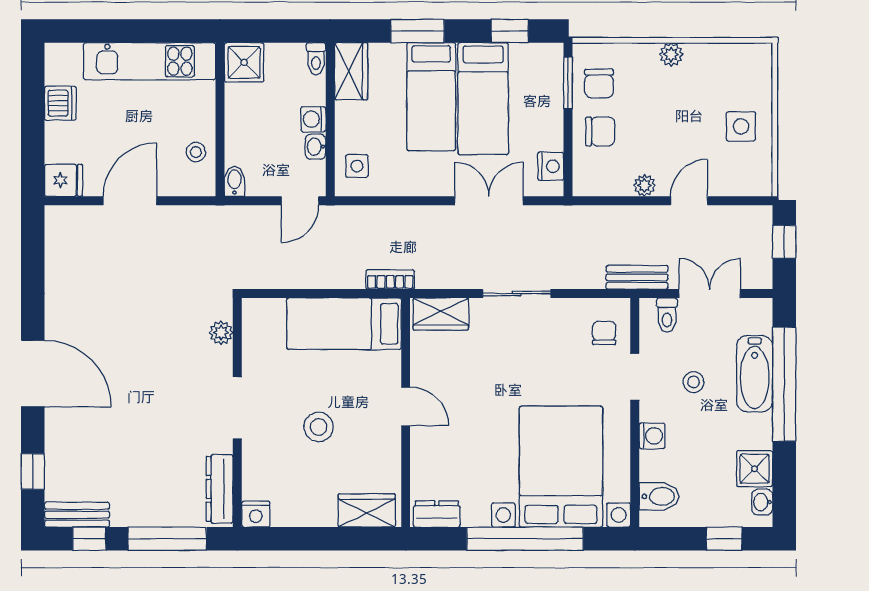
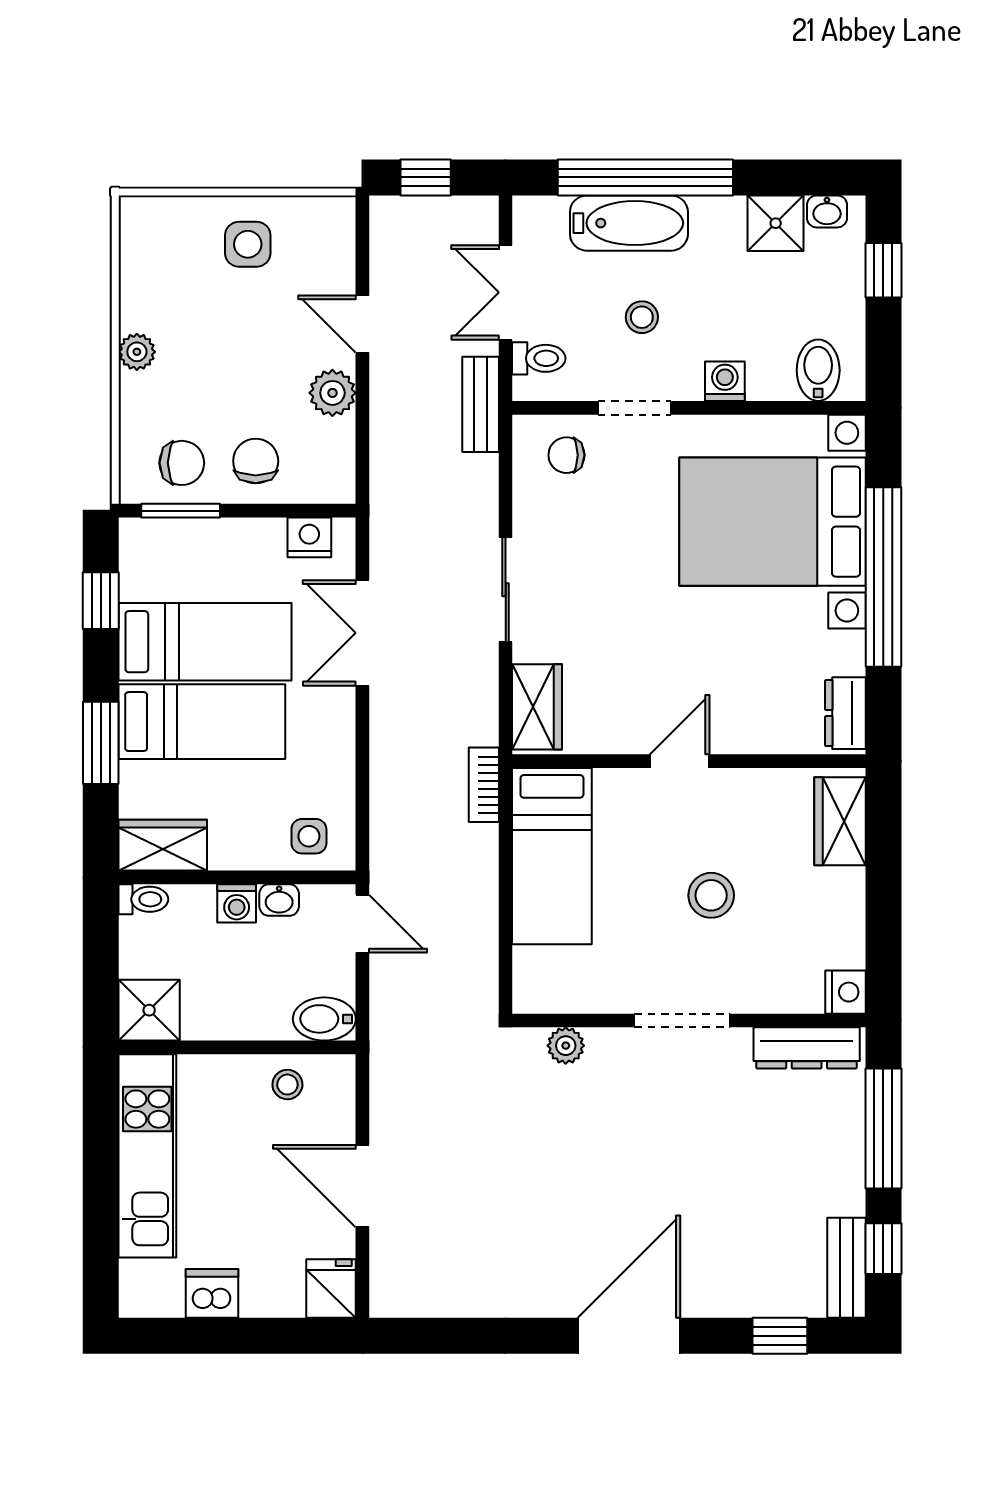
bidet: (234, 181) -> (324, 1019), width x1.38, depth x1.36
plant: (644, 185) -> (332, 393), width x1.38, depth x1.38

